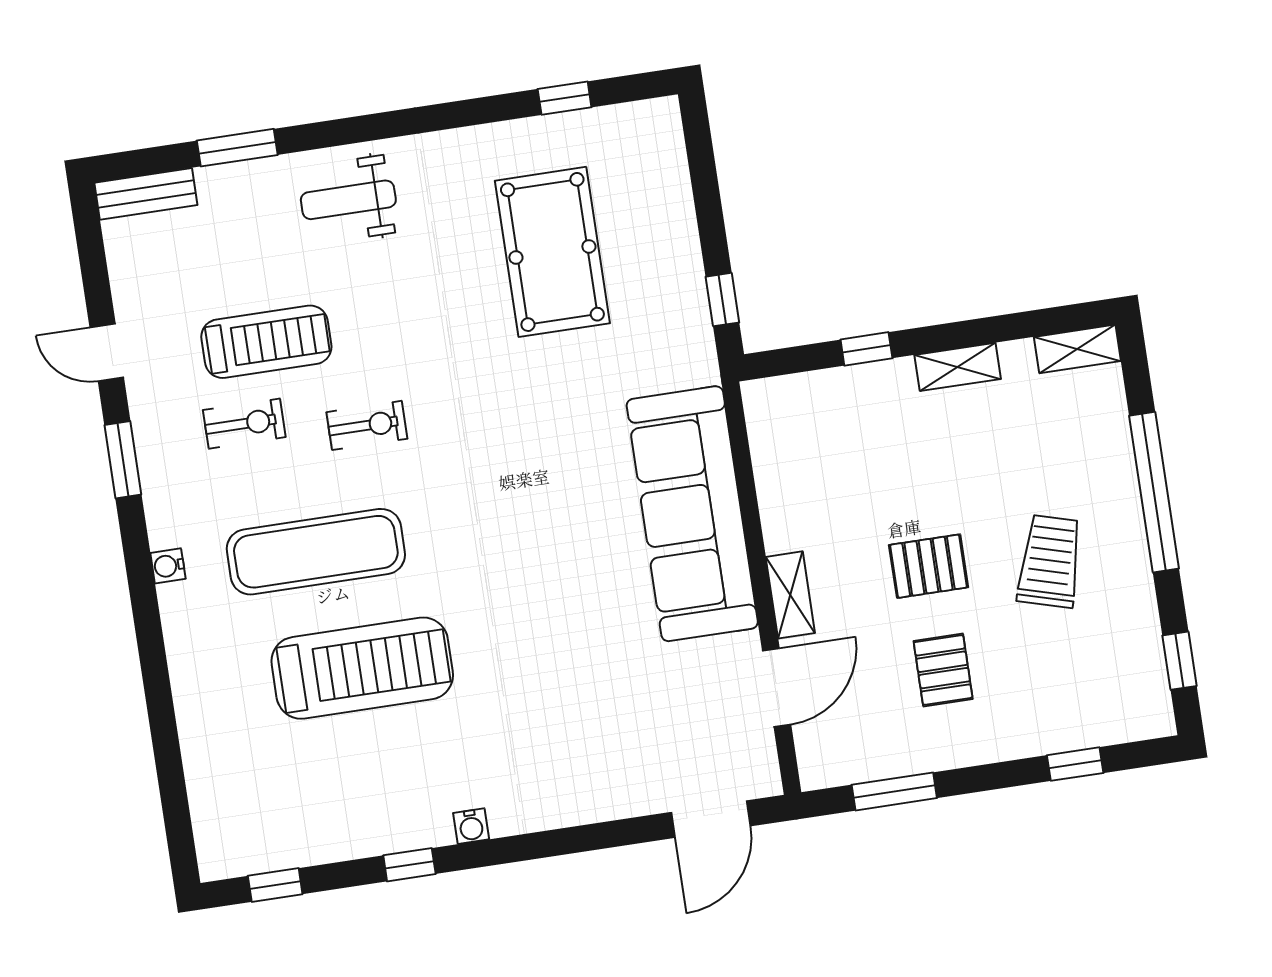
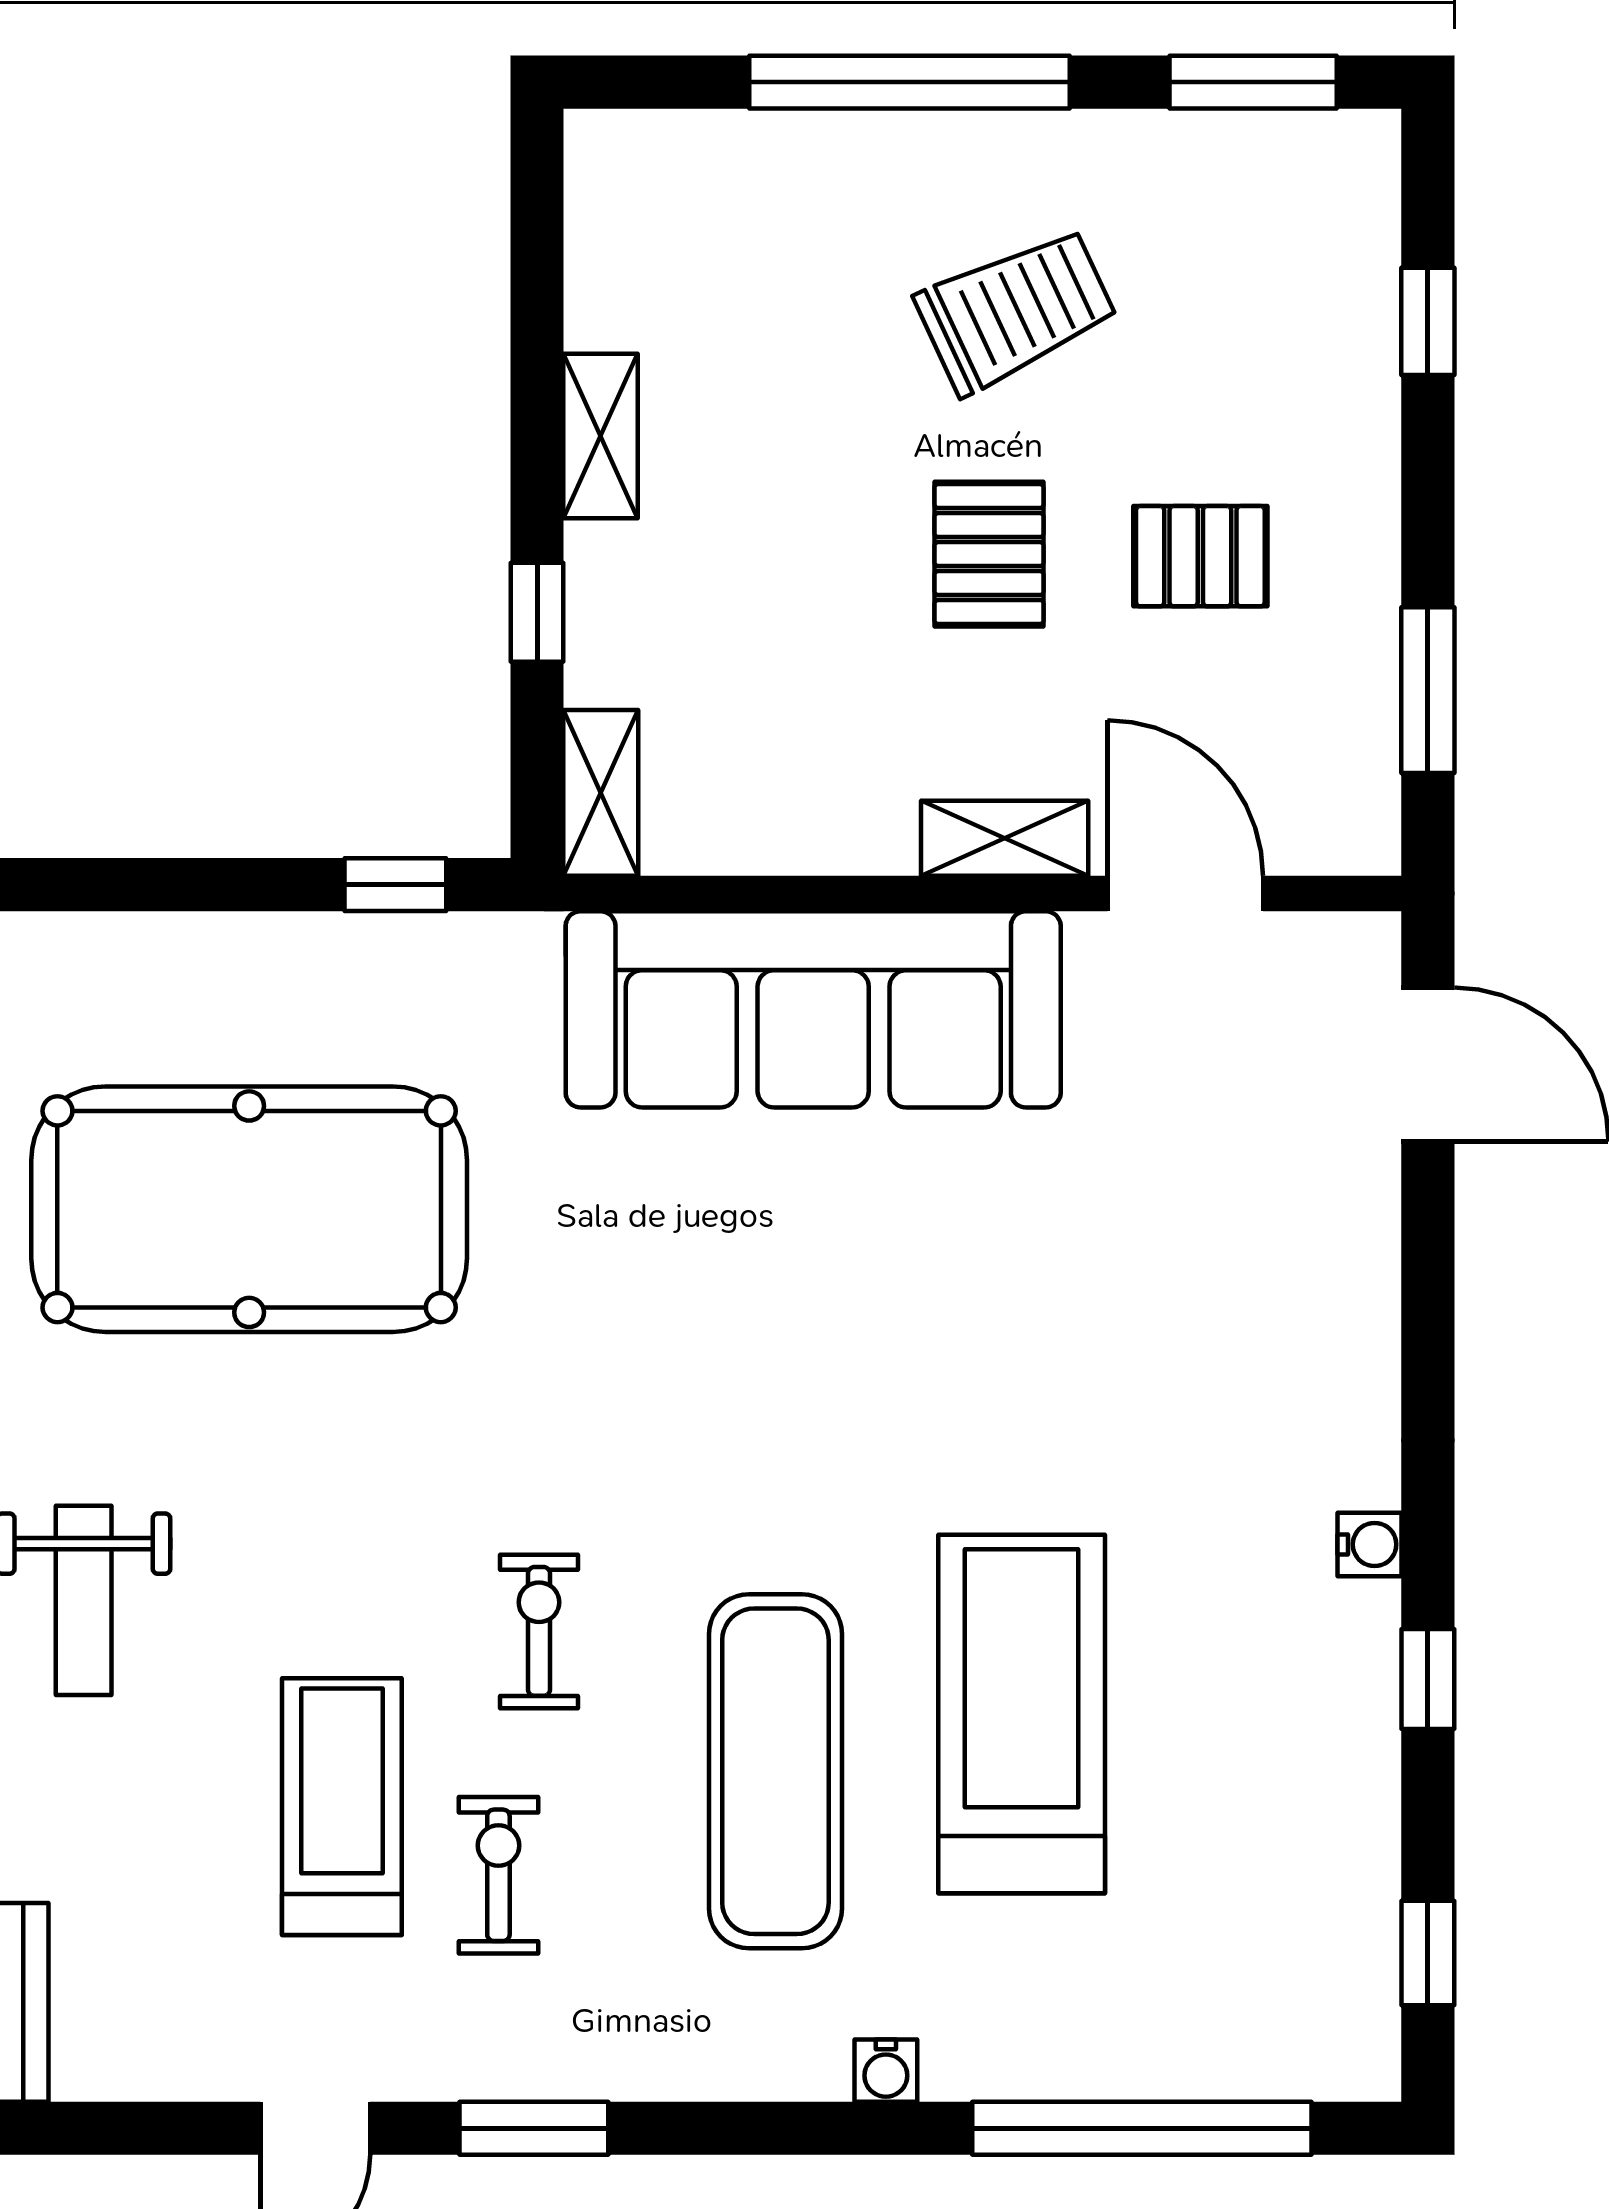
pool table: (552, 252) -> (249, 1209), width x1.36, depth x1.32
shelving: (1077, 349) -> (601, 793), moved
trolley: (1050, 561) -> (1016, 310), turned 139
water cooler: (168, 566) -> (886, 2071), moved
window: (1179, 661) -> (1253, 82), width x1.50
window: (168, 758) -> (1142, 2128), added

